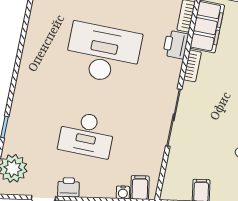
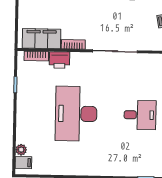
desk: (87, 134) -> (140, 115), width x0.73

